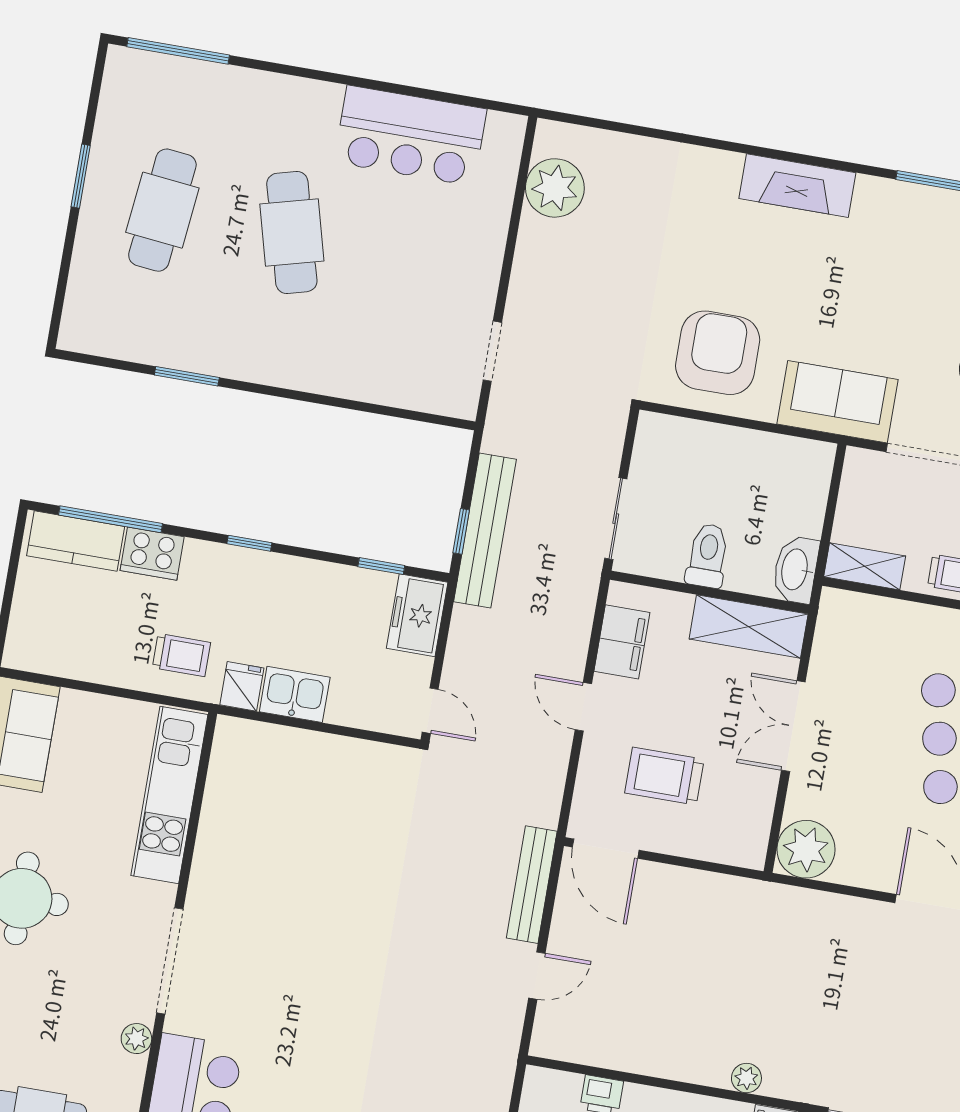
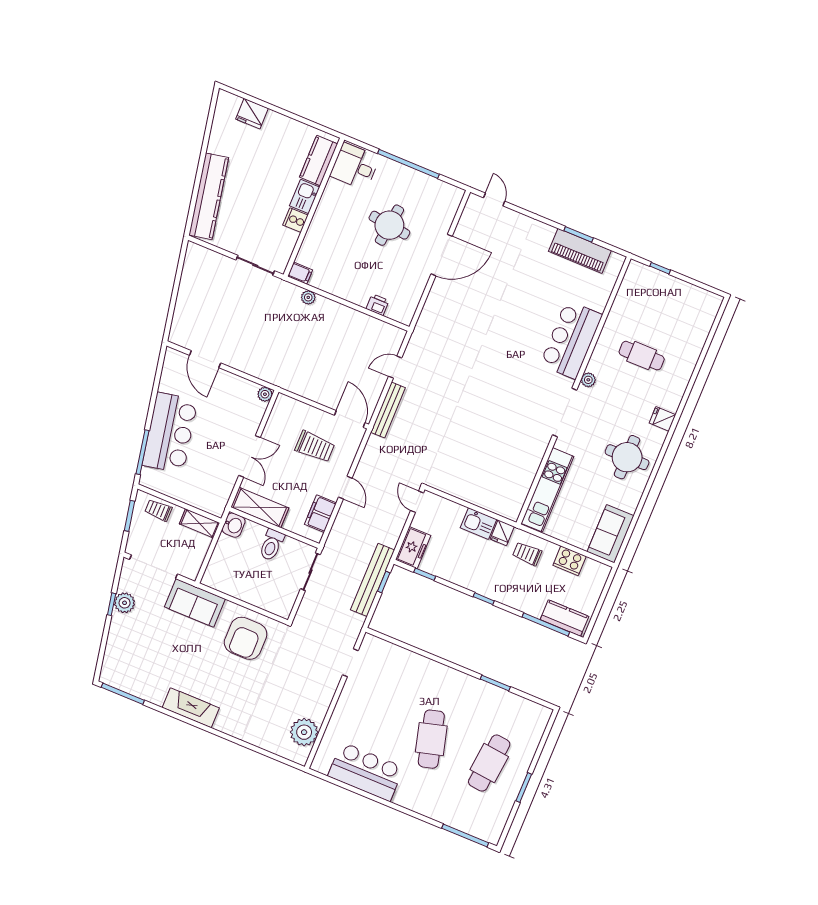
cooker: (152, 554) -> (570, 561), moved, turned 180
washbasin: (796, 570) -> (234, 525), width x0.72
plant: (806, 849) -> (265, 394), width x0.53, depth x0.53

